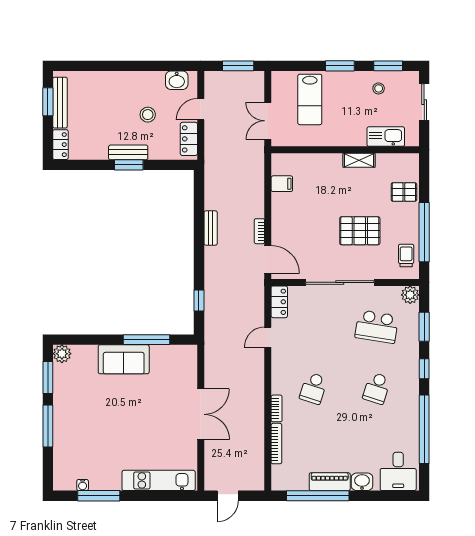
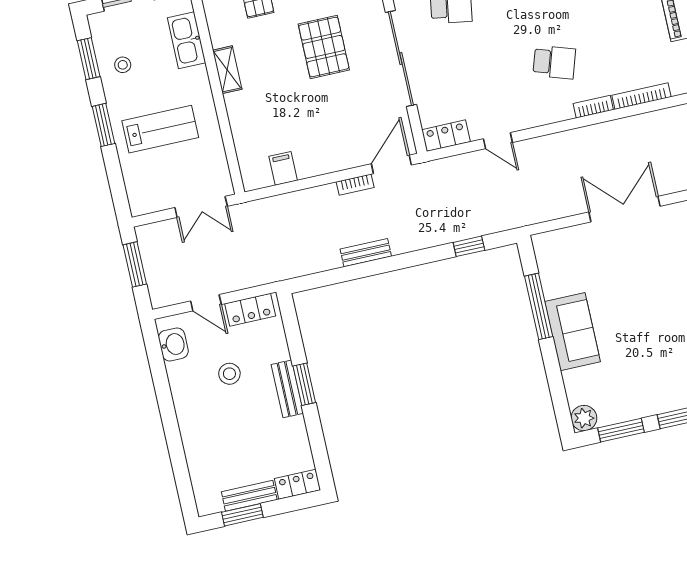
lab bench: (310, 99) -> (160, 129), moved
bench: (60, 103) -> (249, 496), width x0.73

